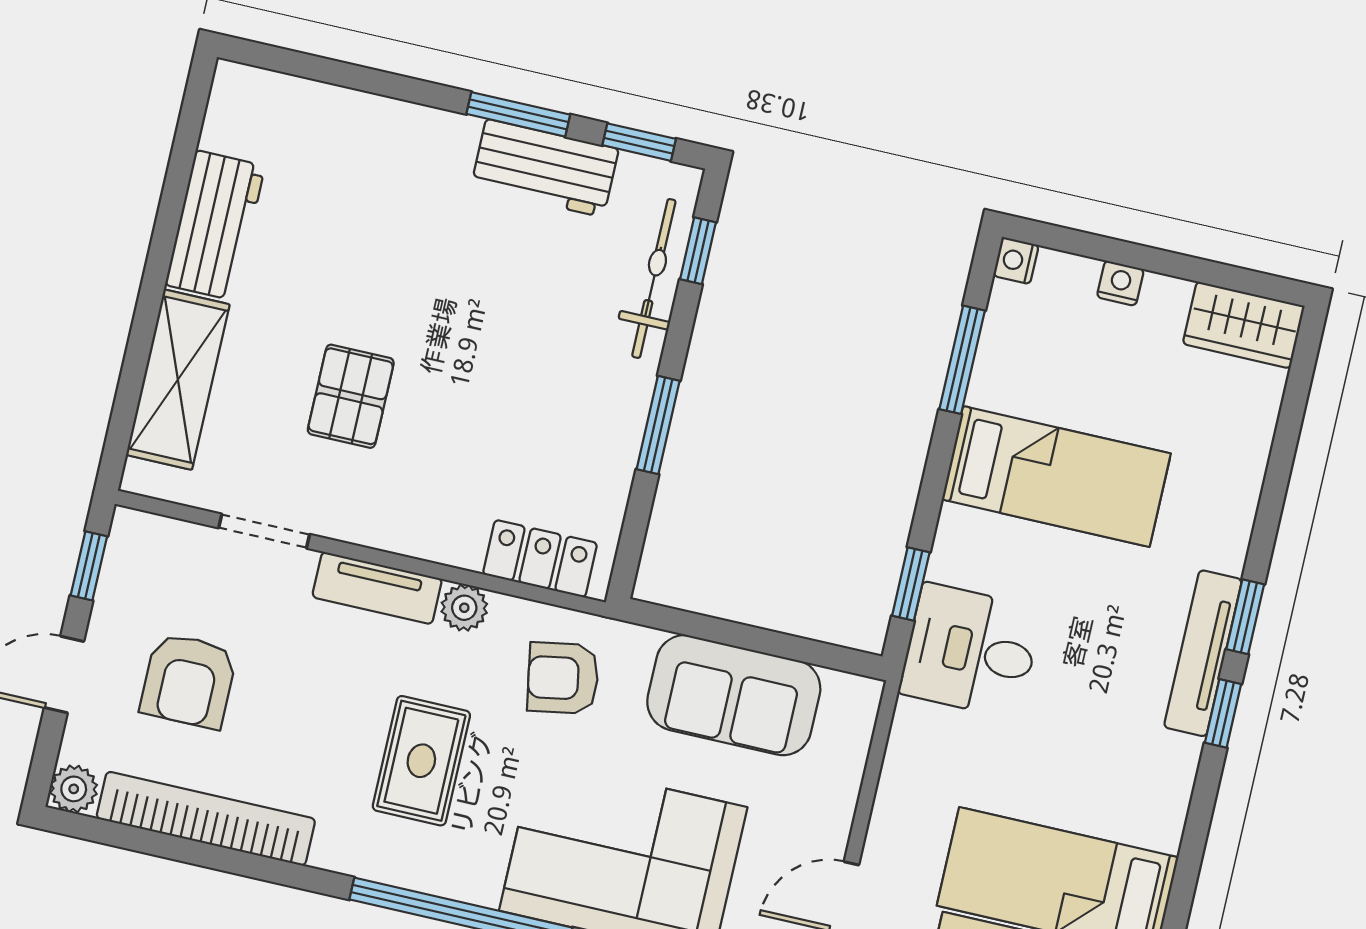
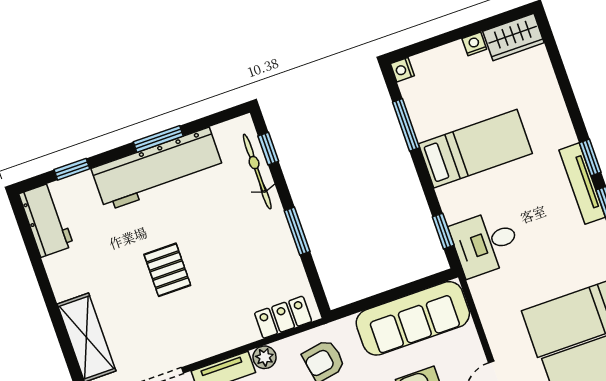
window: (639, 142) -> (72, 169), moved
workbench: (545, 168) -> (157, 169), width x1.87, depth x1.32
workbench: (215, 225) -> (46, 220), moved
nightstand: (1120, 283) -> (474, 44), moved
pallet: (351, 396) -> (167, 270), moved
sofa: (734, 695) -> (413, 318), width x1.36

